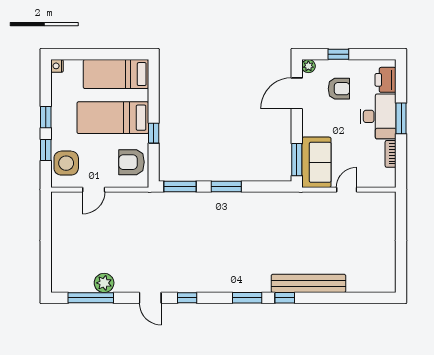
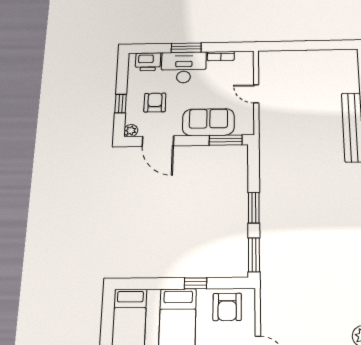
sofa: (316, 162) -> (208, 122), moved

